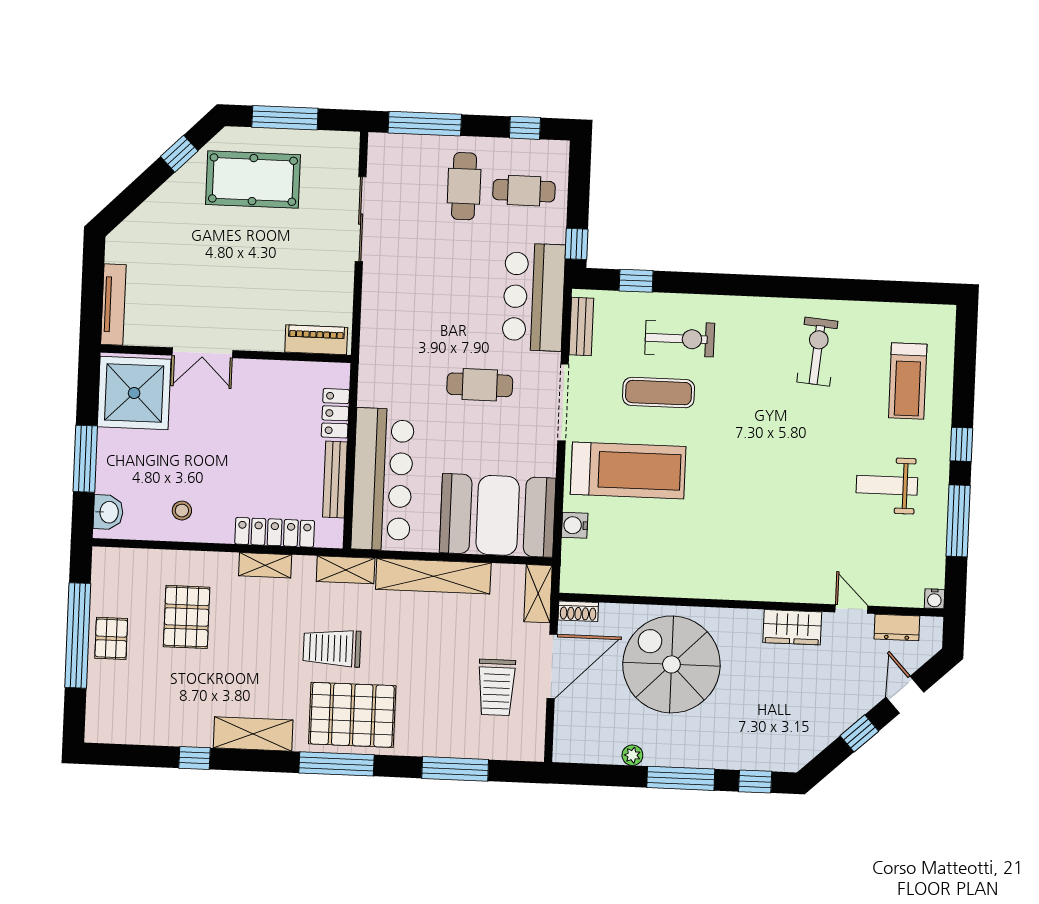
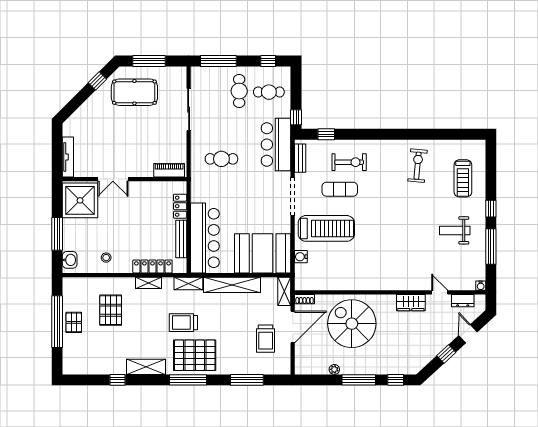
cafe table: (480, 385) -> (221, 159), moved

